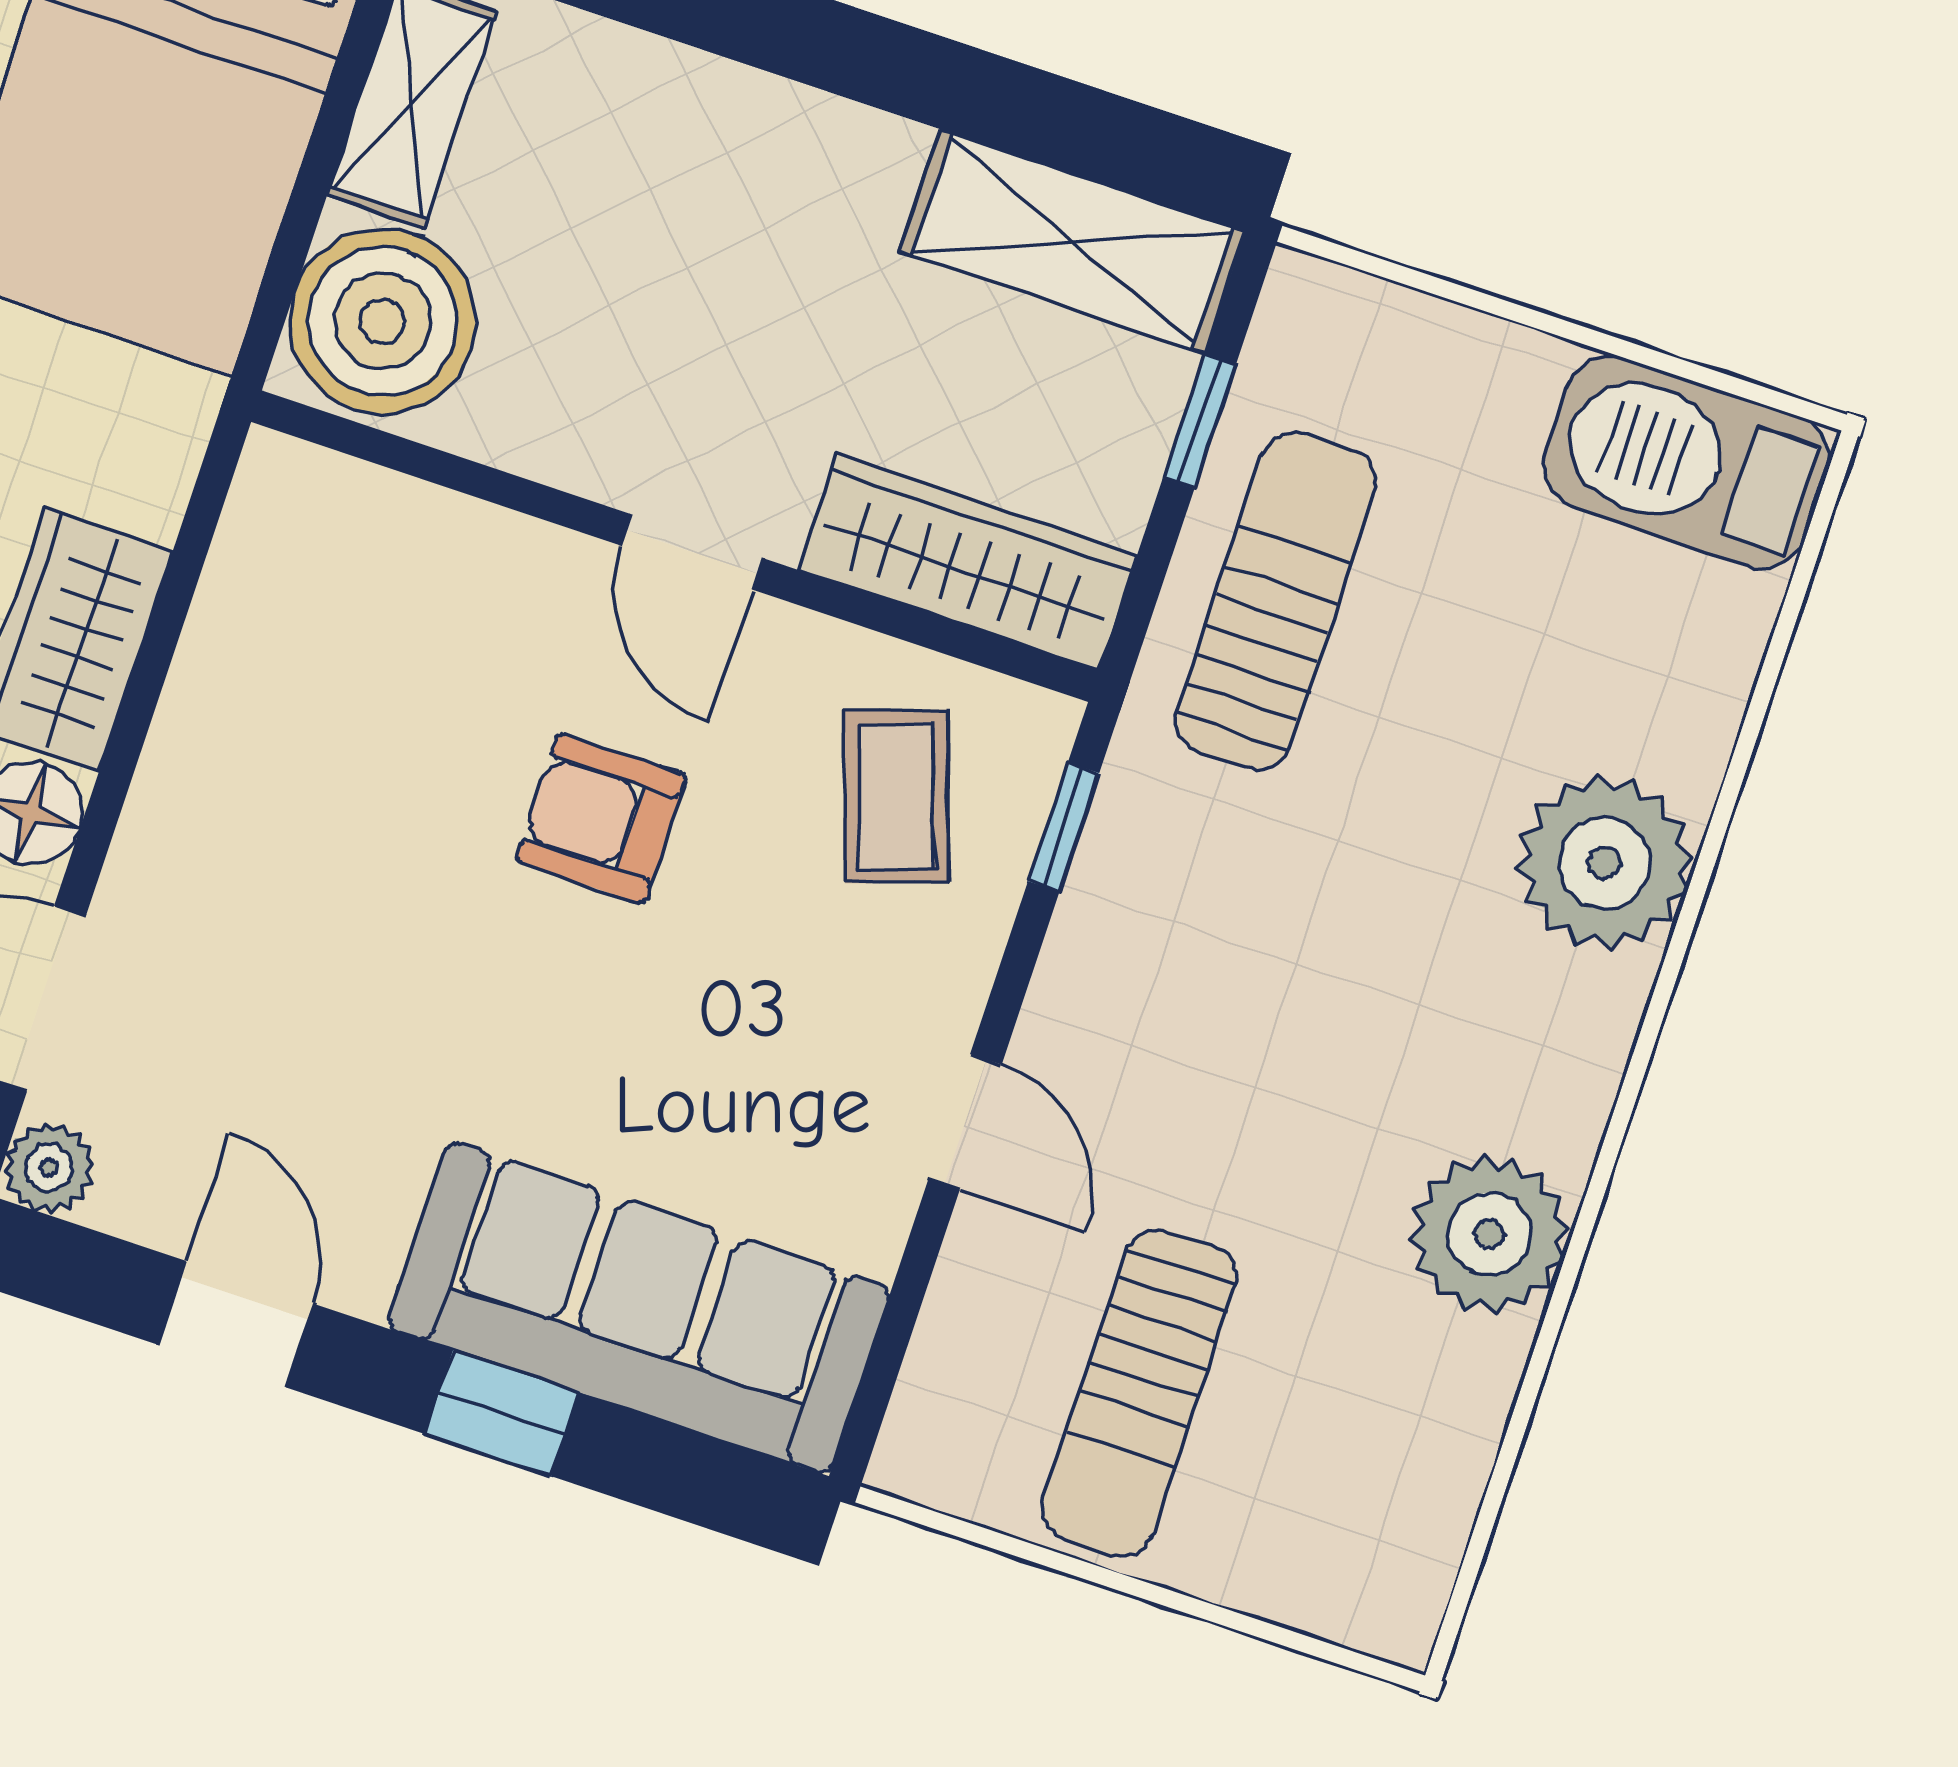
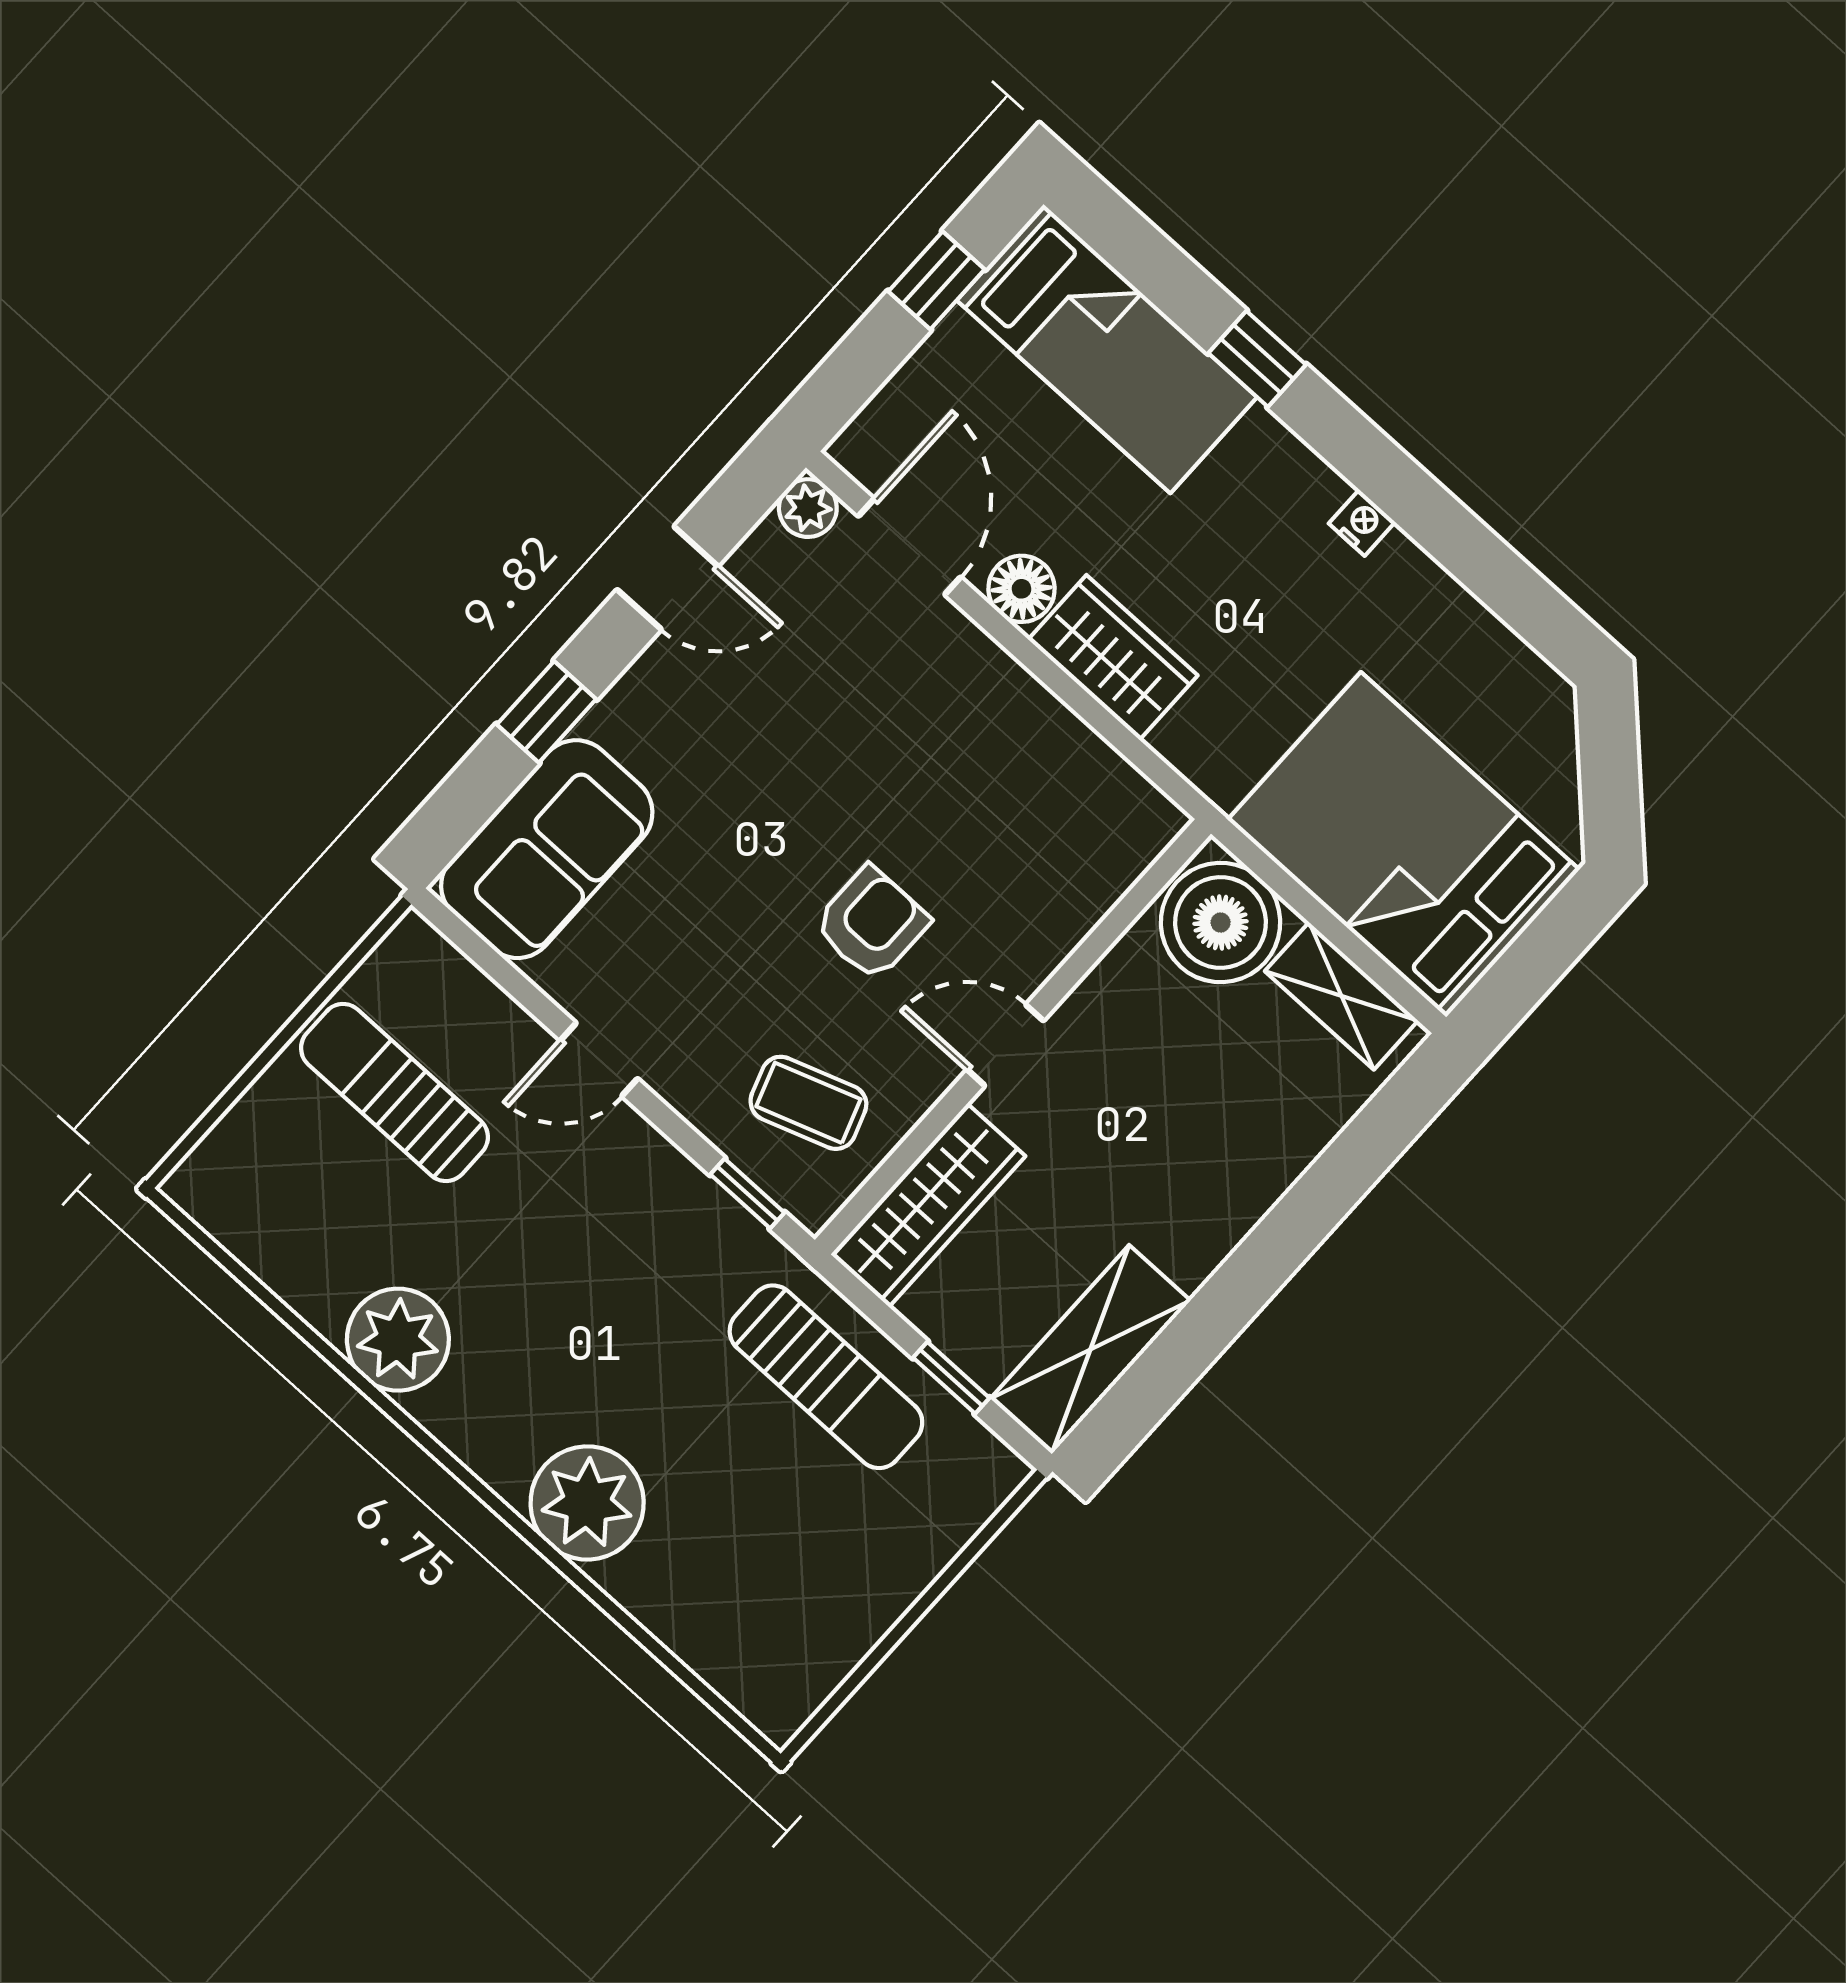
barbecue: (1687, 462) -> (802, 1654), removed
sofa: (639, 1308) -> (547, 849), width x0.73

